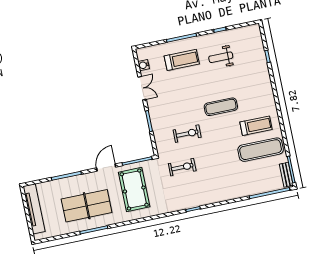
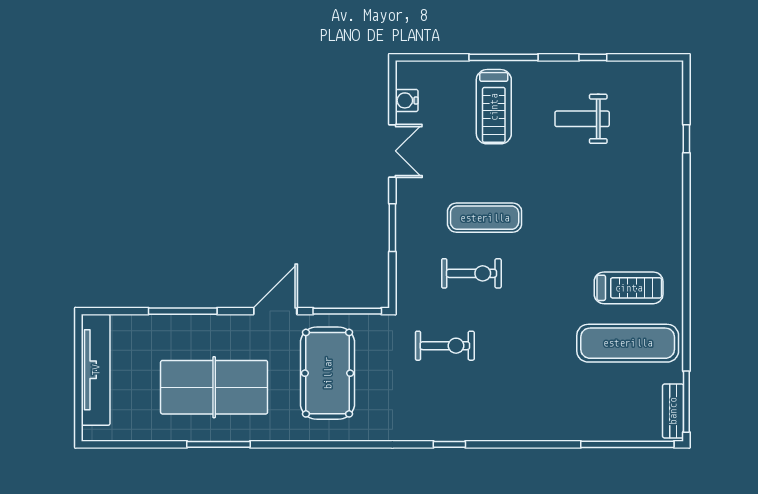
treadmill: (182, 60) -> (494, 107), turned 90
exercise mat: (221, 107) -> (485, 218), moved

